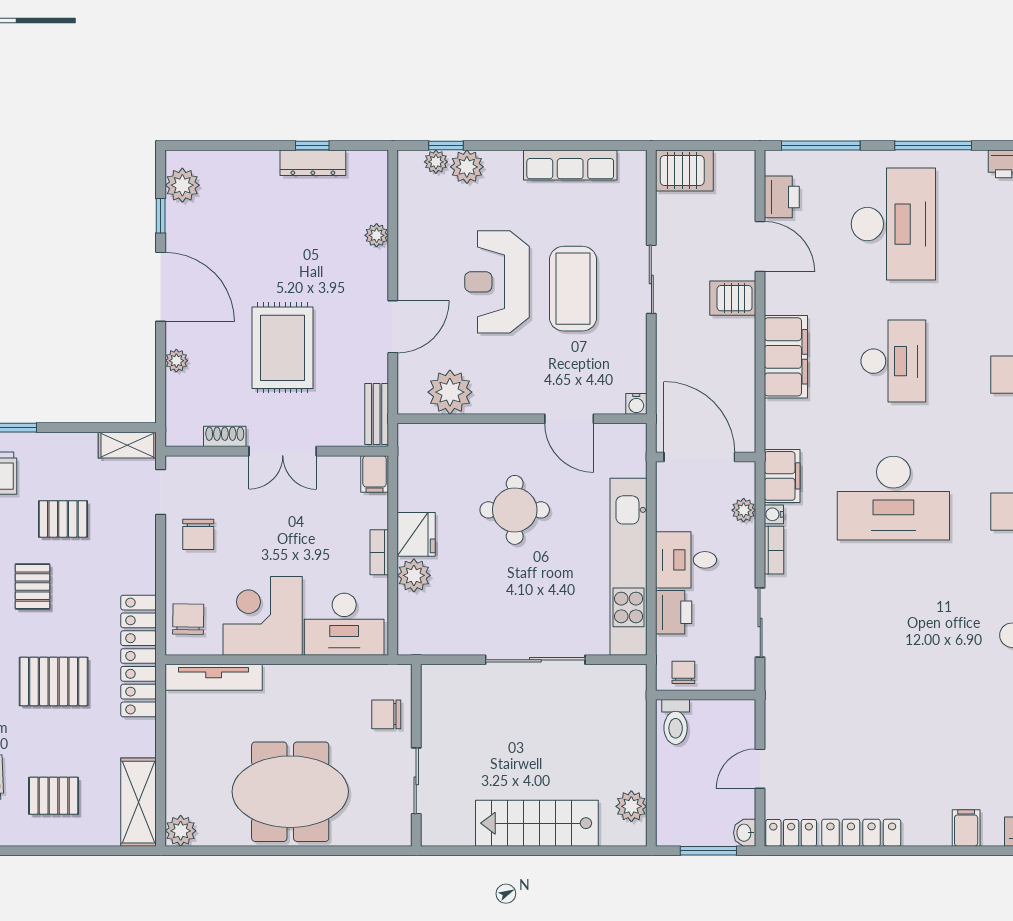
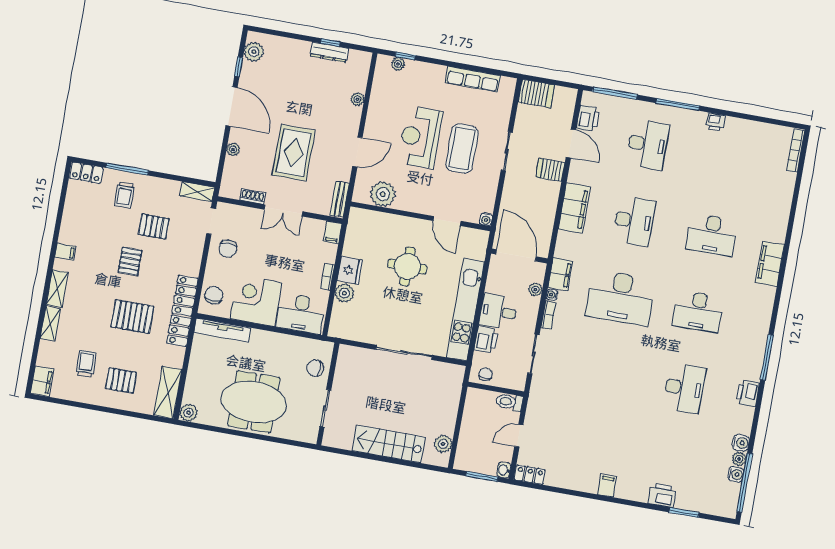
plant: (467, 167) -> (415, 70), removed
desk: (893, 224) -> (648, 144), width x0.73, depth x0.77
toilet: (676, 722) -> (509, 402), moved, turned 90
filing cabinet: (966, 828) -> (607, 486), moved
locker: (861, 833) -> (569, 482), removed

